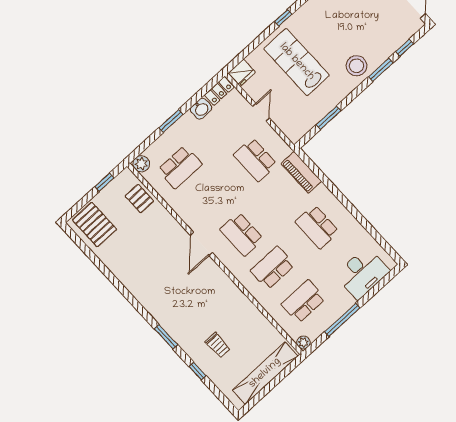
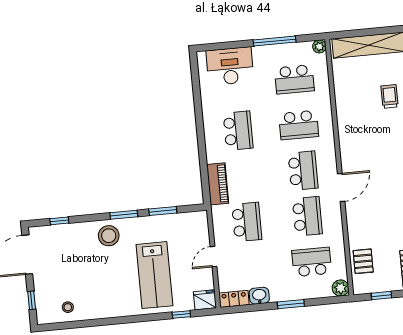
window: (283, 18) -> (181, 314), moved
window: (381, 70) -> (124, 215), moved
school desk: (211, 201) -> (307, 216), added

